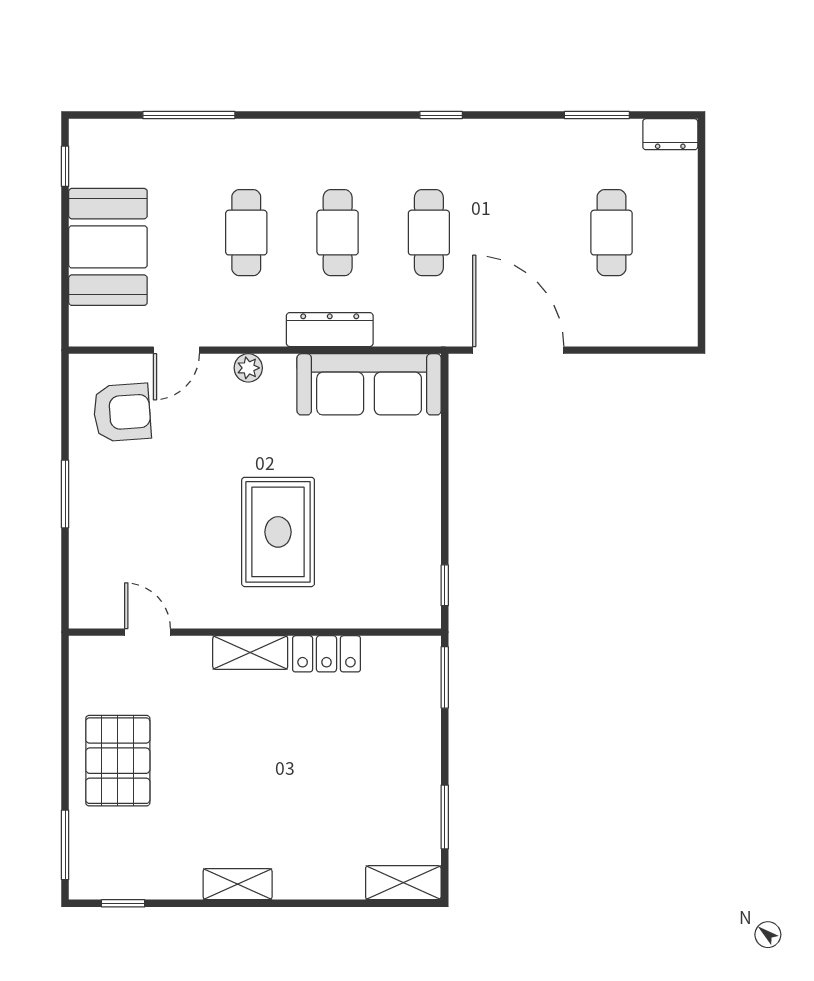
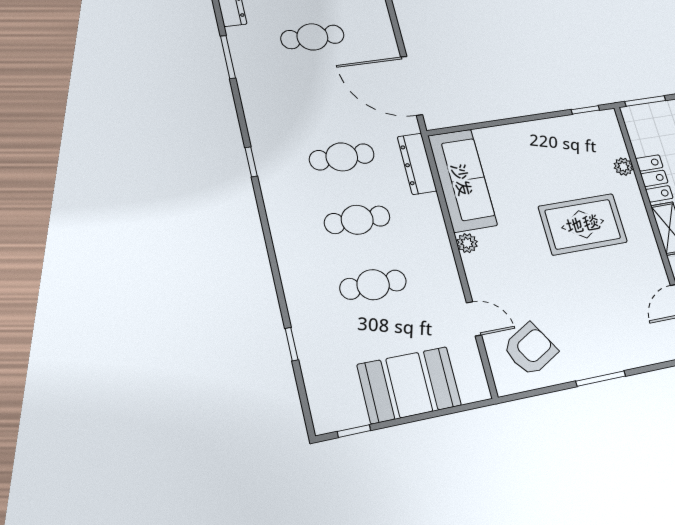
window: (189, 115) -> (292, 344), width x0.46
dresser: (330, 330) -> (417, 164), moved
door: (518, 350) -> (412, 86), hinge flipped
plant: (248, 368) -> (467, 243), moved
armchair: (122, 412) -> (530, 349), turned 64
plant: (351, 615) -> (623, 167), added

